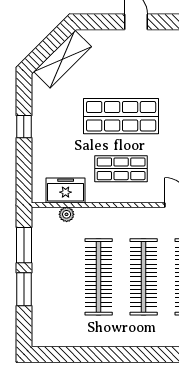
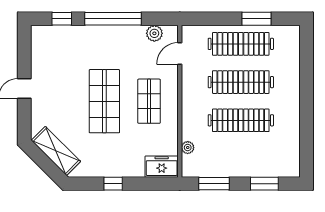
freezer: (66, 190) -> (162, 167), moved, turned 90
window: (24, 289) -> (264, 184), moved

